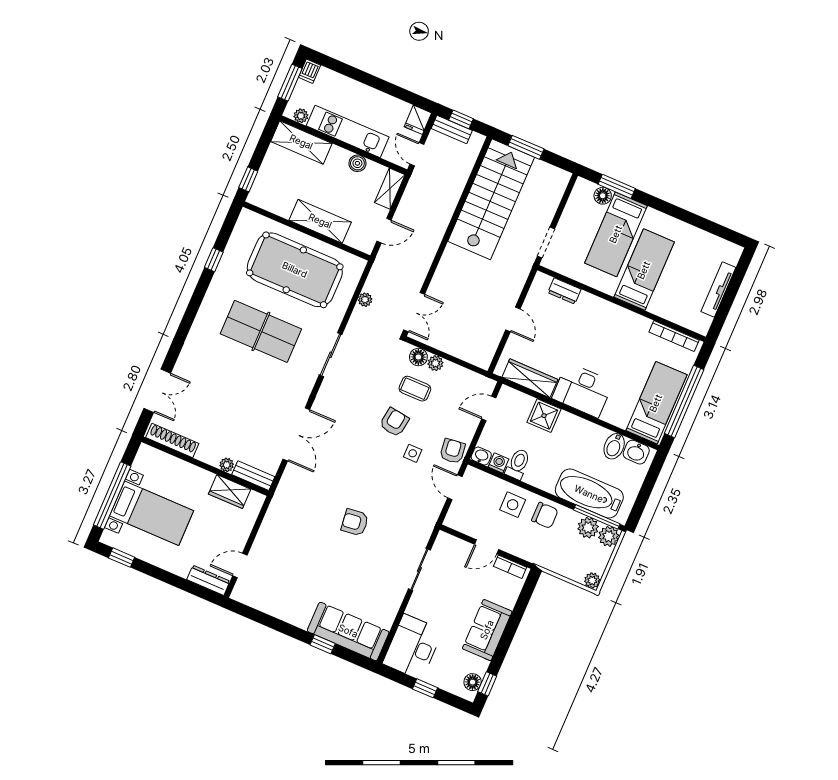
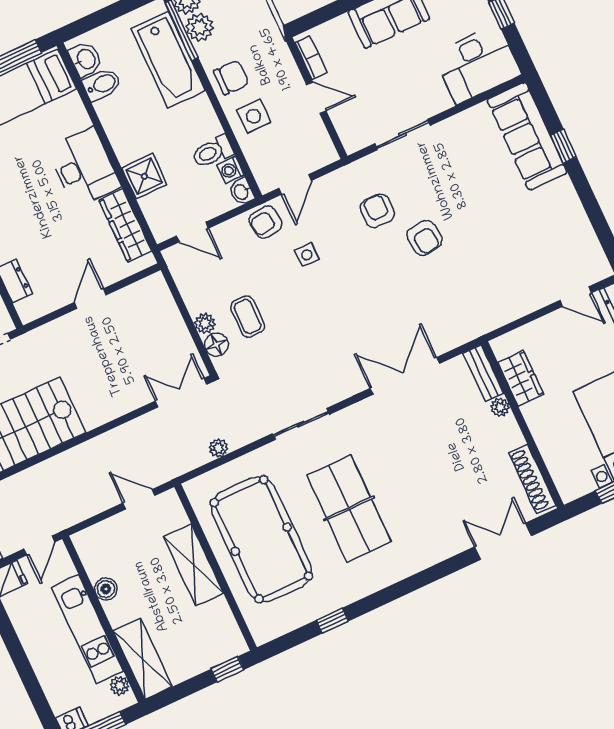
shelving: (390, 189) -> (96, 536), removed
armchair: (394, 422) -> (377, 211), moved, turned 82
chair: (545, 515) -> (231, 77), turned 90

